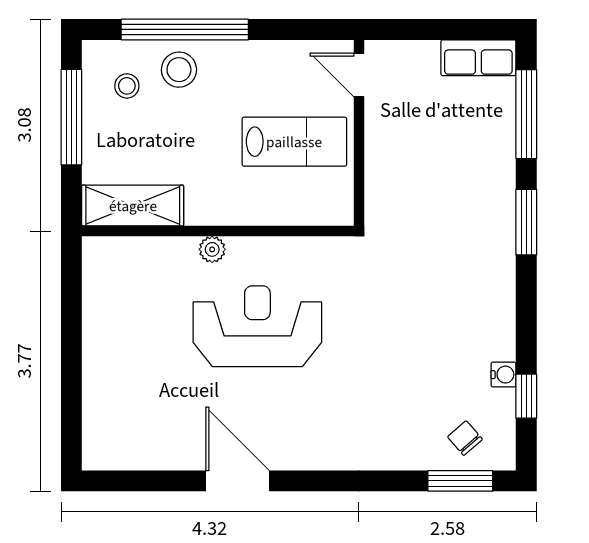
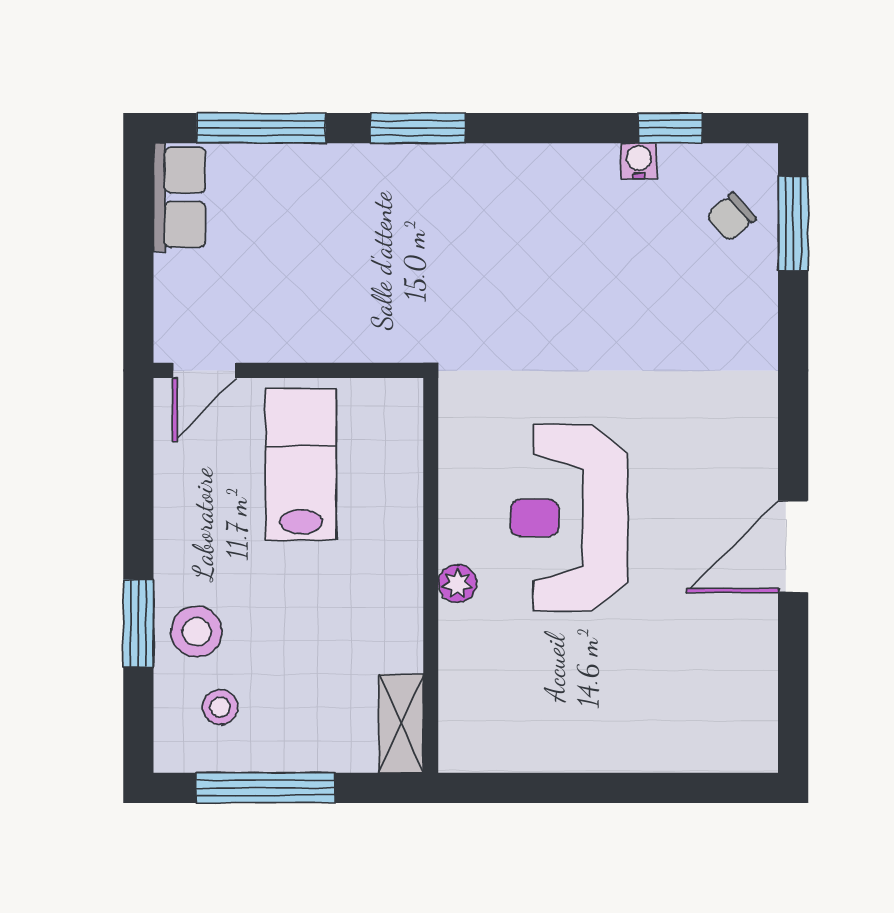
window: (185, 29) -> (138, 623), width x0.47
shelving: (133, 206) -> (401, 723), width x0.67, depth x0.75

